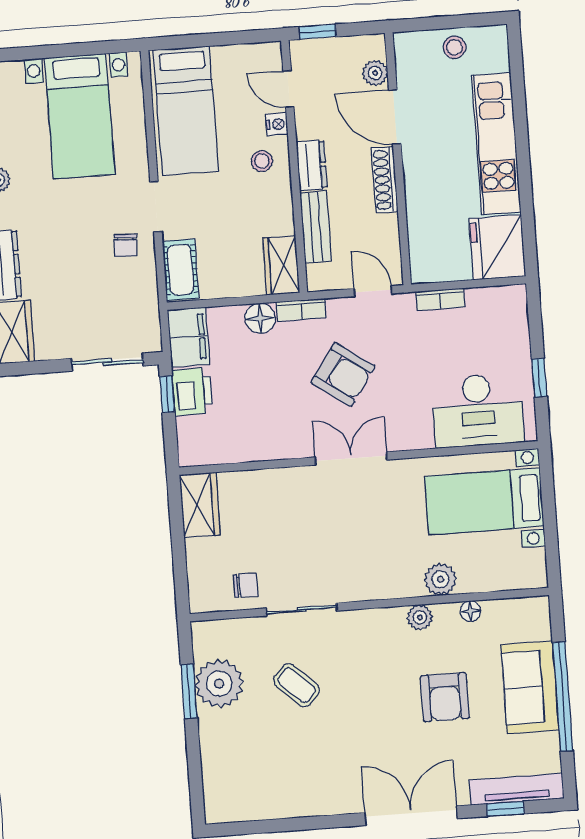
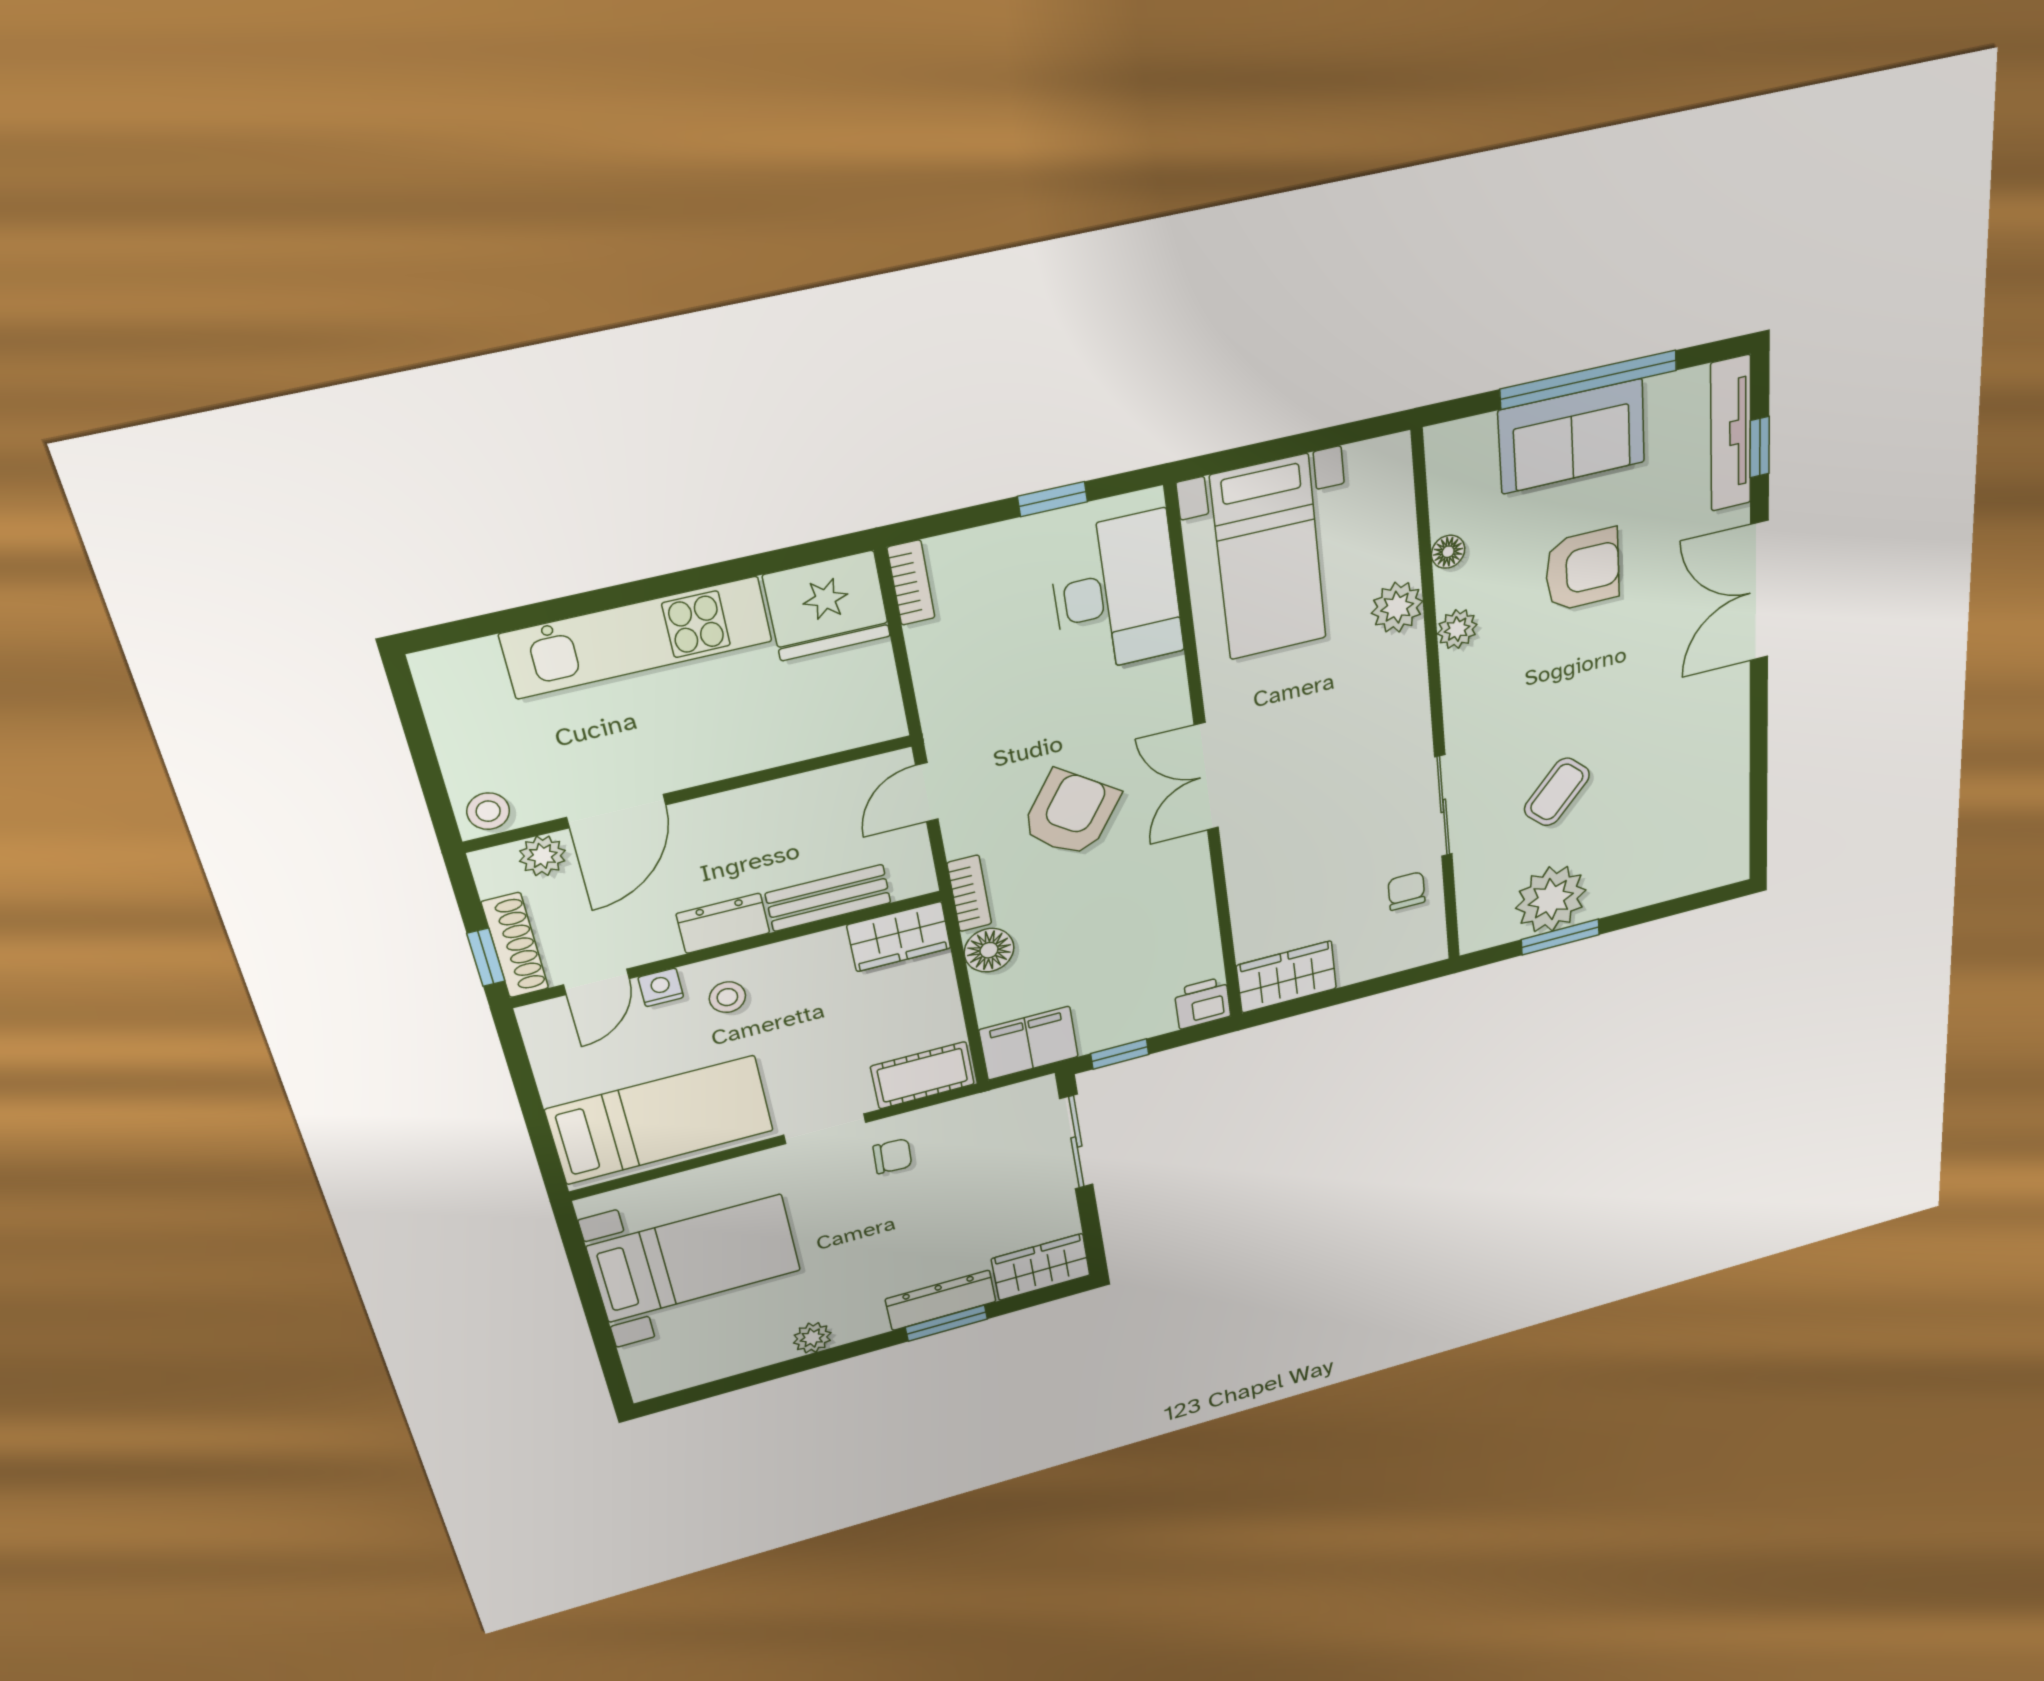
stool: (454, 47) -> (488, 811), moved
shoe rack: (385, 180) -> (515, 945), moved, turned -90
bookcase: (440, 299) -> (911, 583), moved
printer: (192, 392) -> (1203, 1003), moved, width x0.73, depth x0.81

